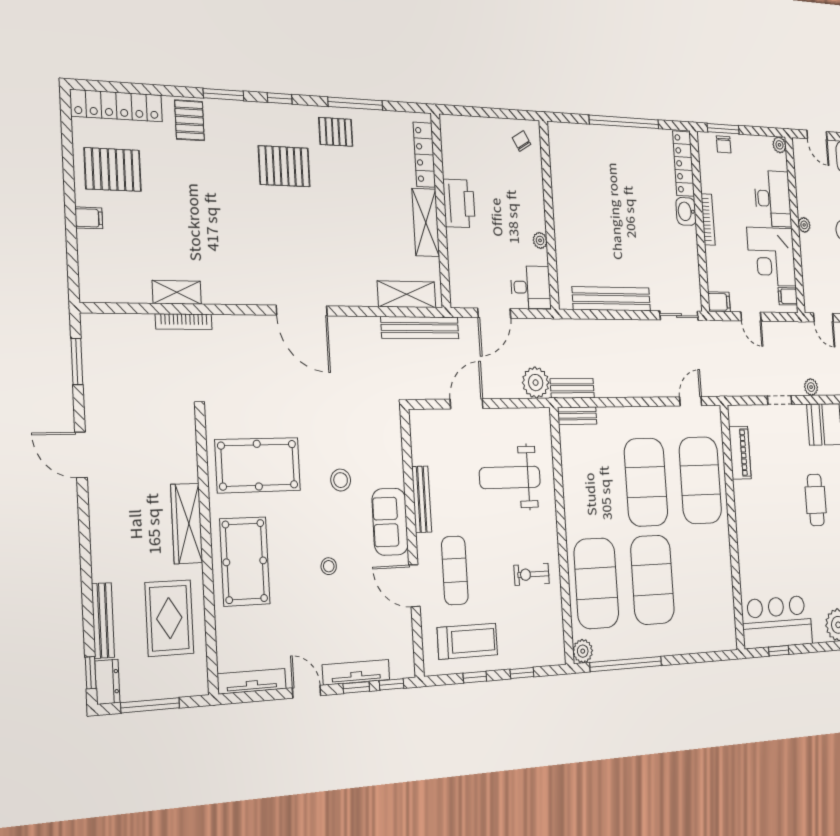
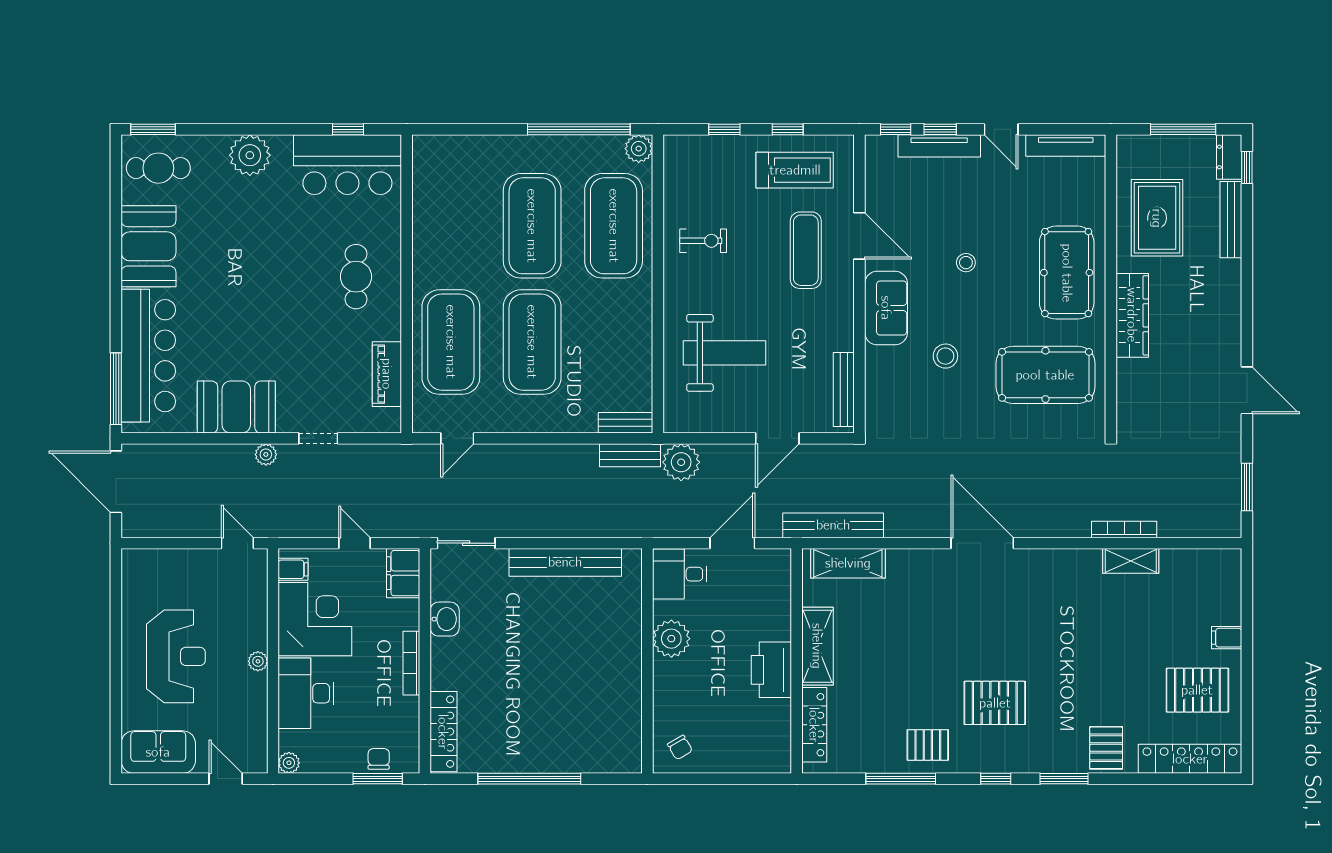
washbasin: (686, 211) -> (445, 619), moved
plant: (540, 240) -> (671, 639), width x1.87, depth x1.87
filing cabinet: (719, 302) -> (403, 573), width x2.00
bench: (422, 499) -> (844, 390), moved
cafe table: (816, 500) -> (356, 277), moved
treadmill: (467, 641) -> (795, 170), turned 180

